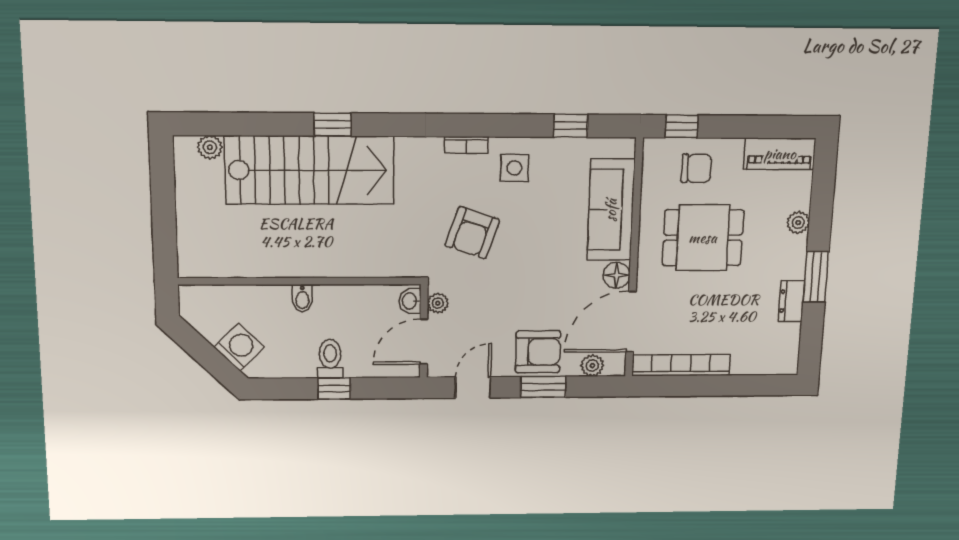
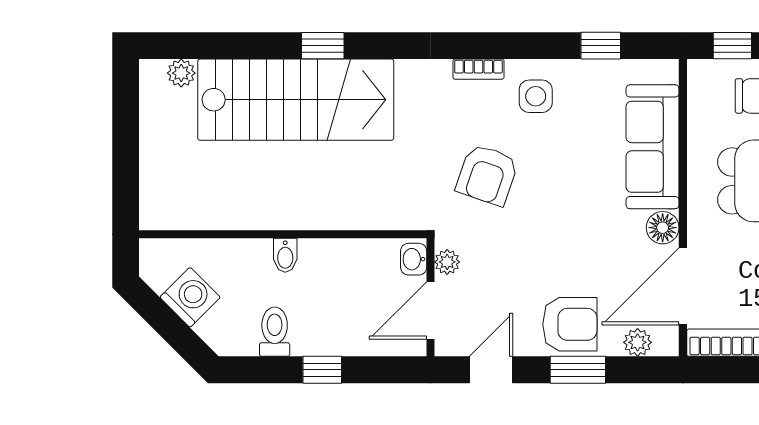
washing machine: (239, 347) -> (190, 297), moved
toilet: (330, 359) -> (275, 332), moved

